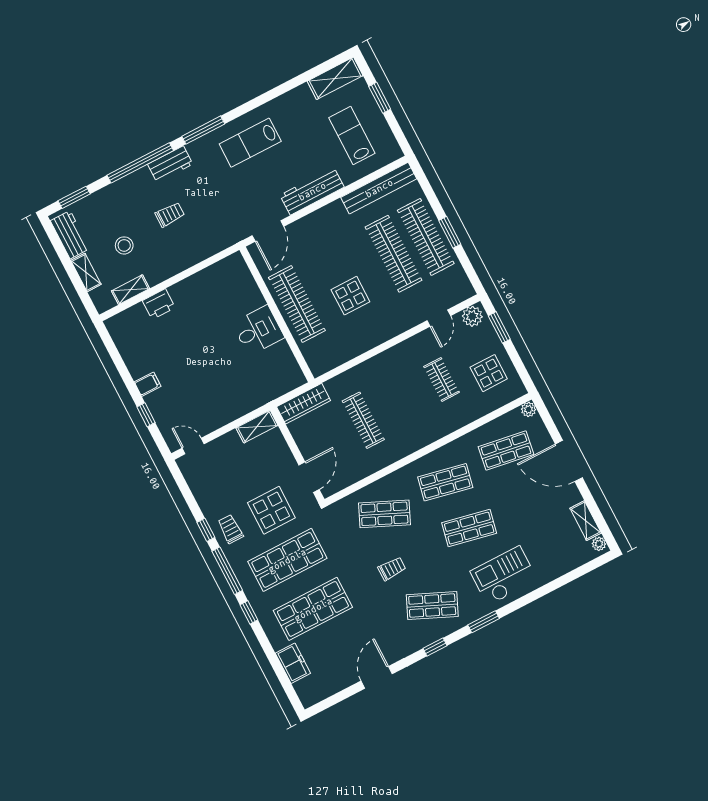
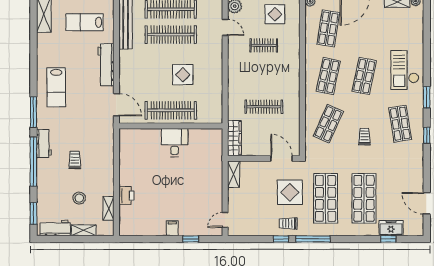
shop shelf: (432, 606) -> (400, 124), turned -33
window: (249, 612) -> (388, 239), moved
door: (377, 677) -> (427, 203), moved

